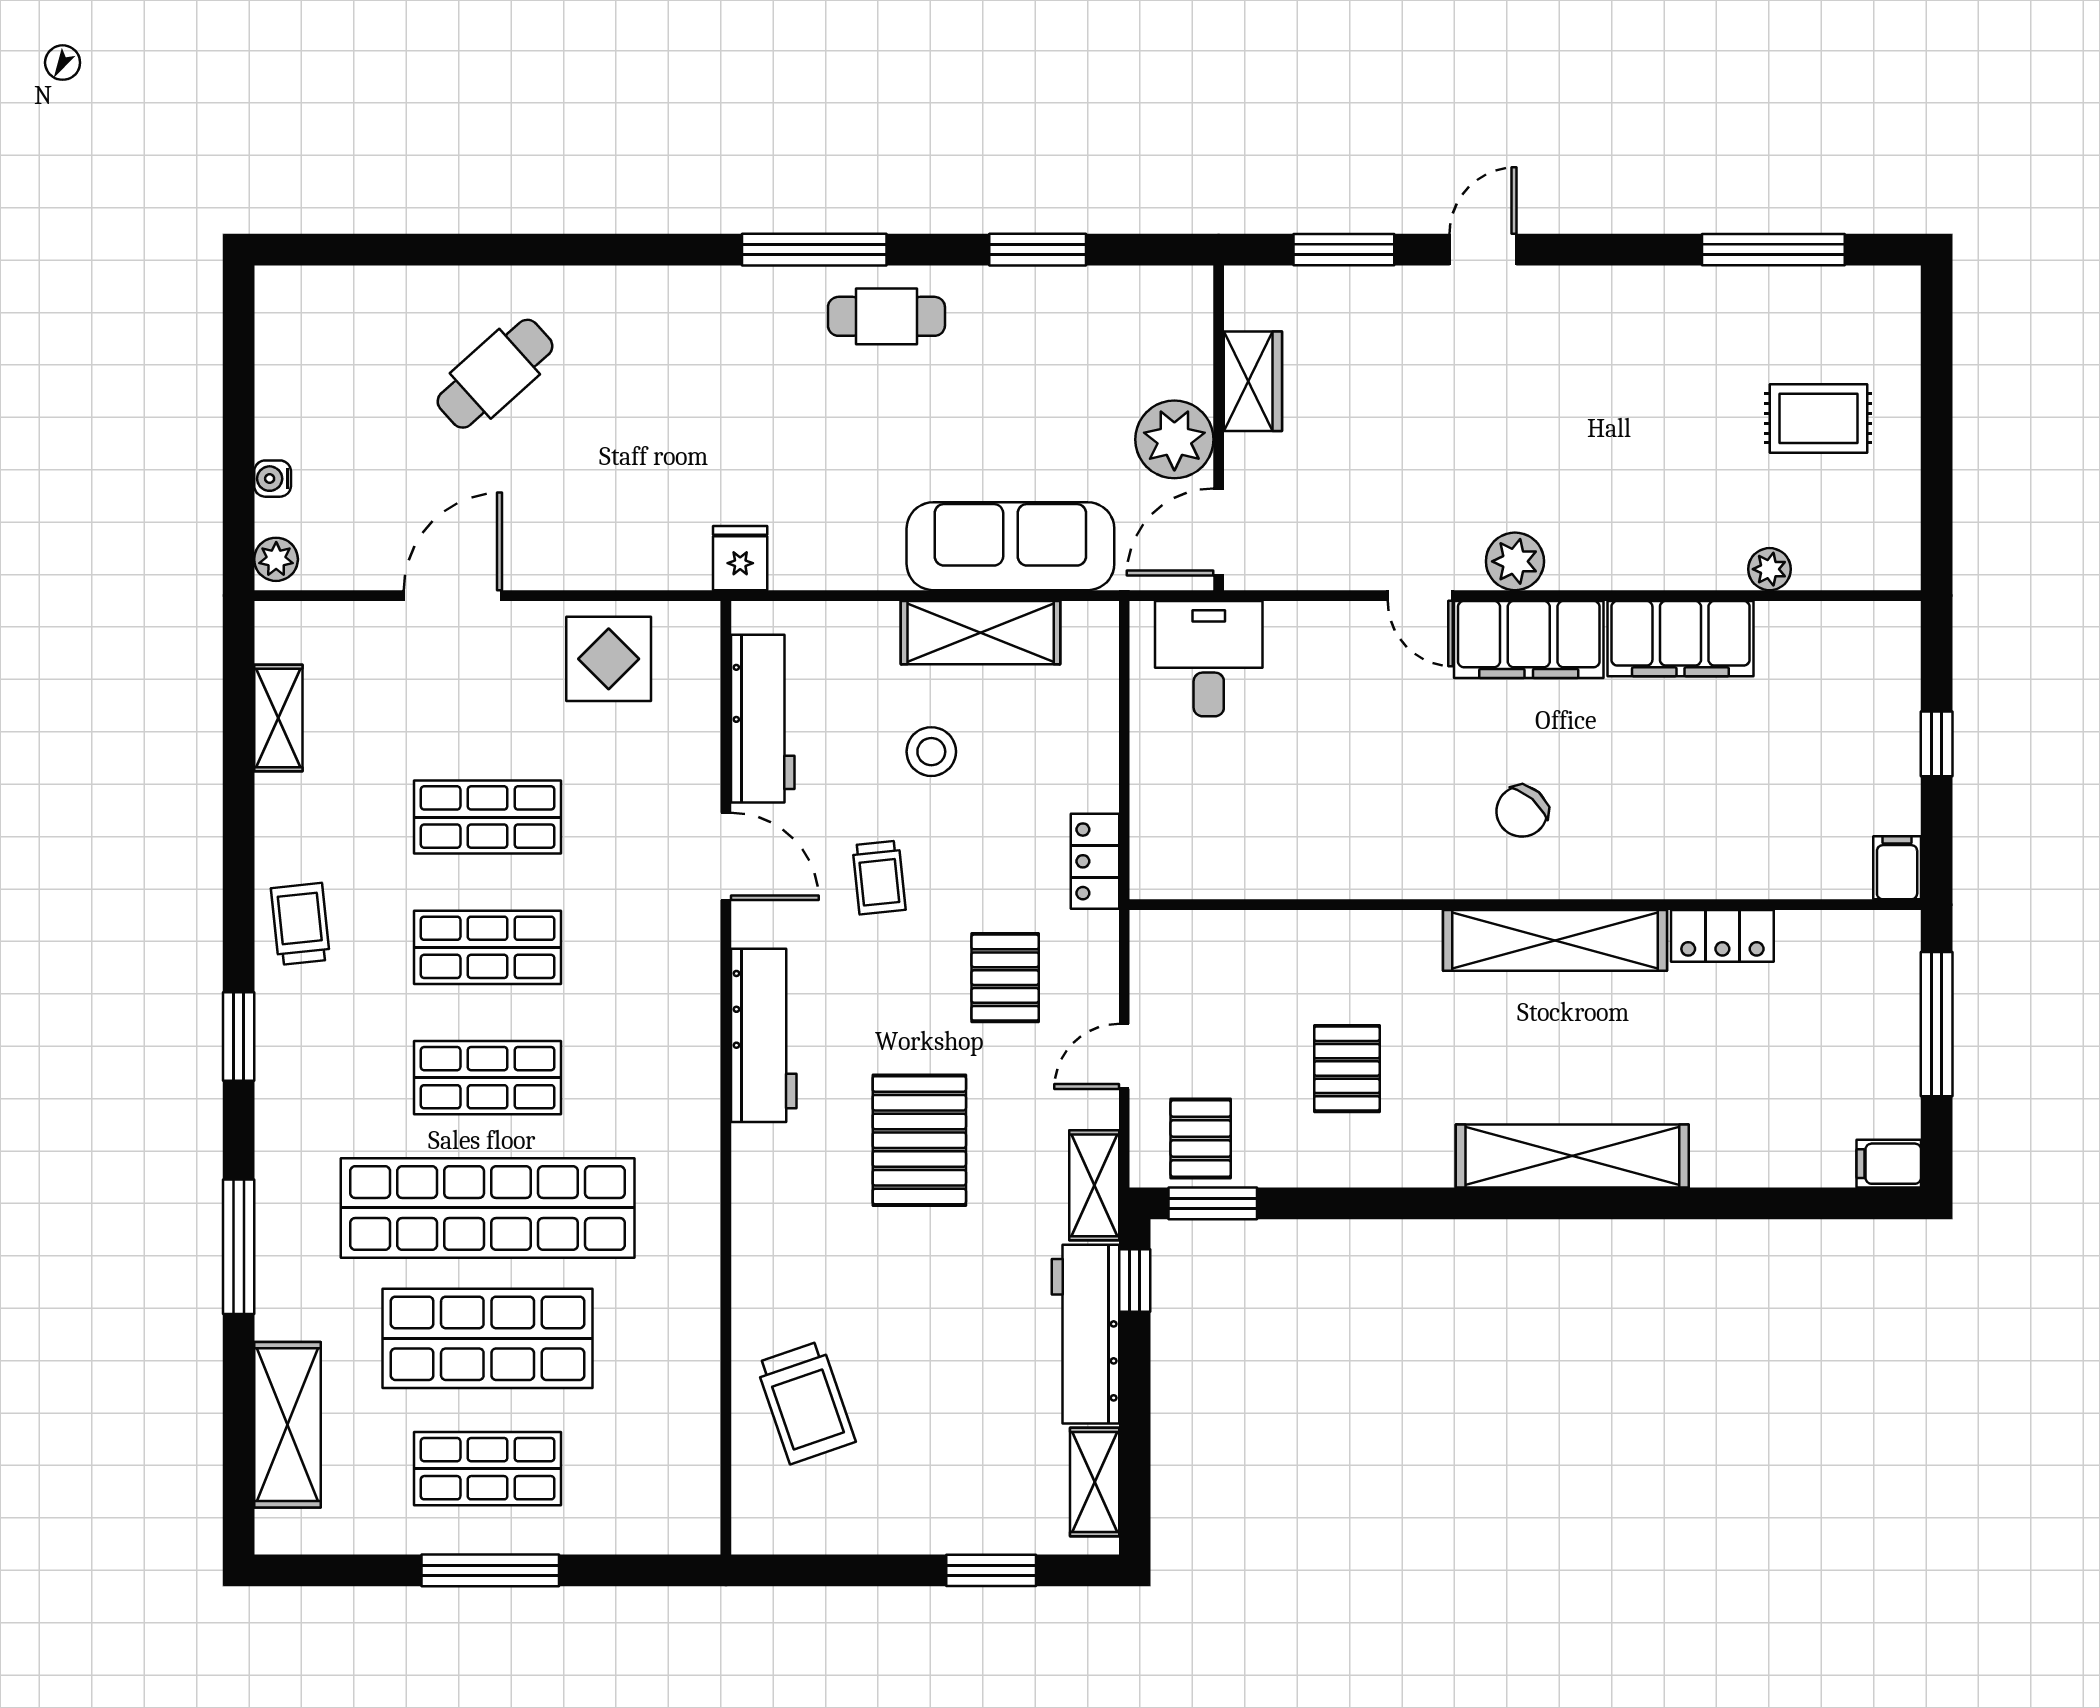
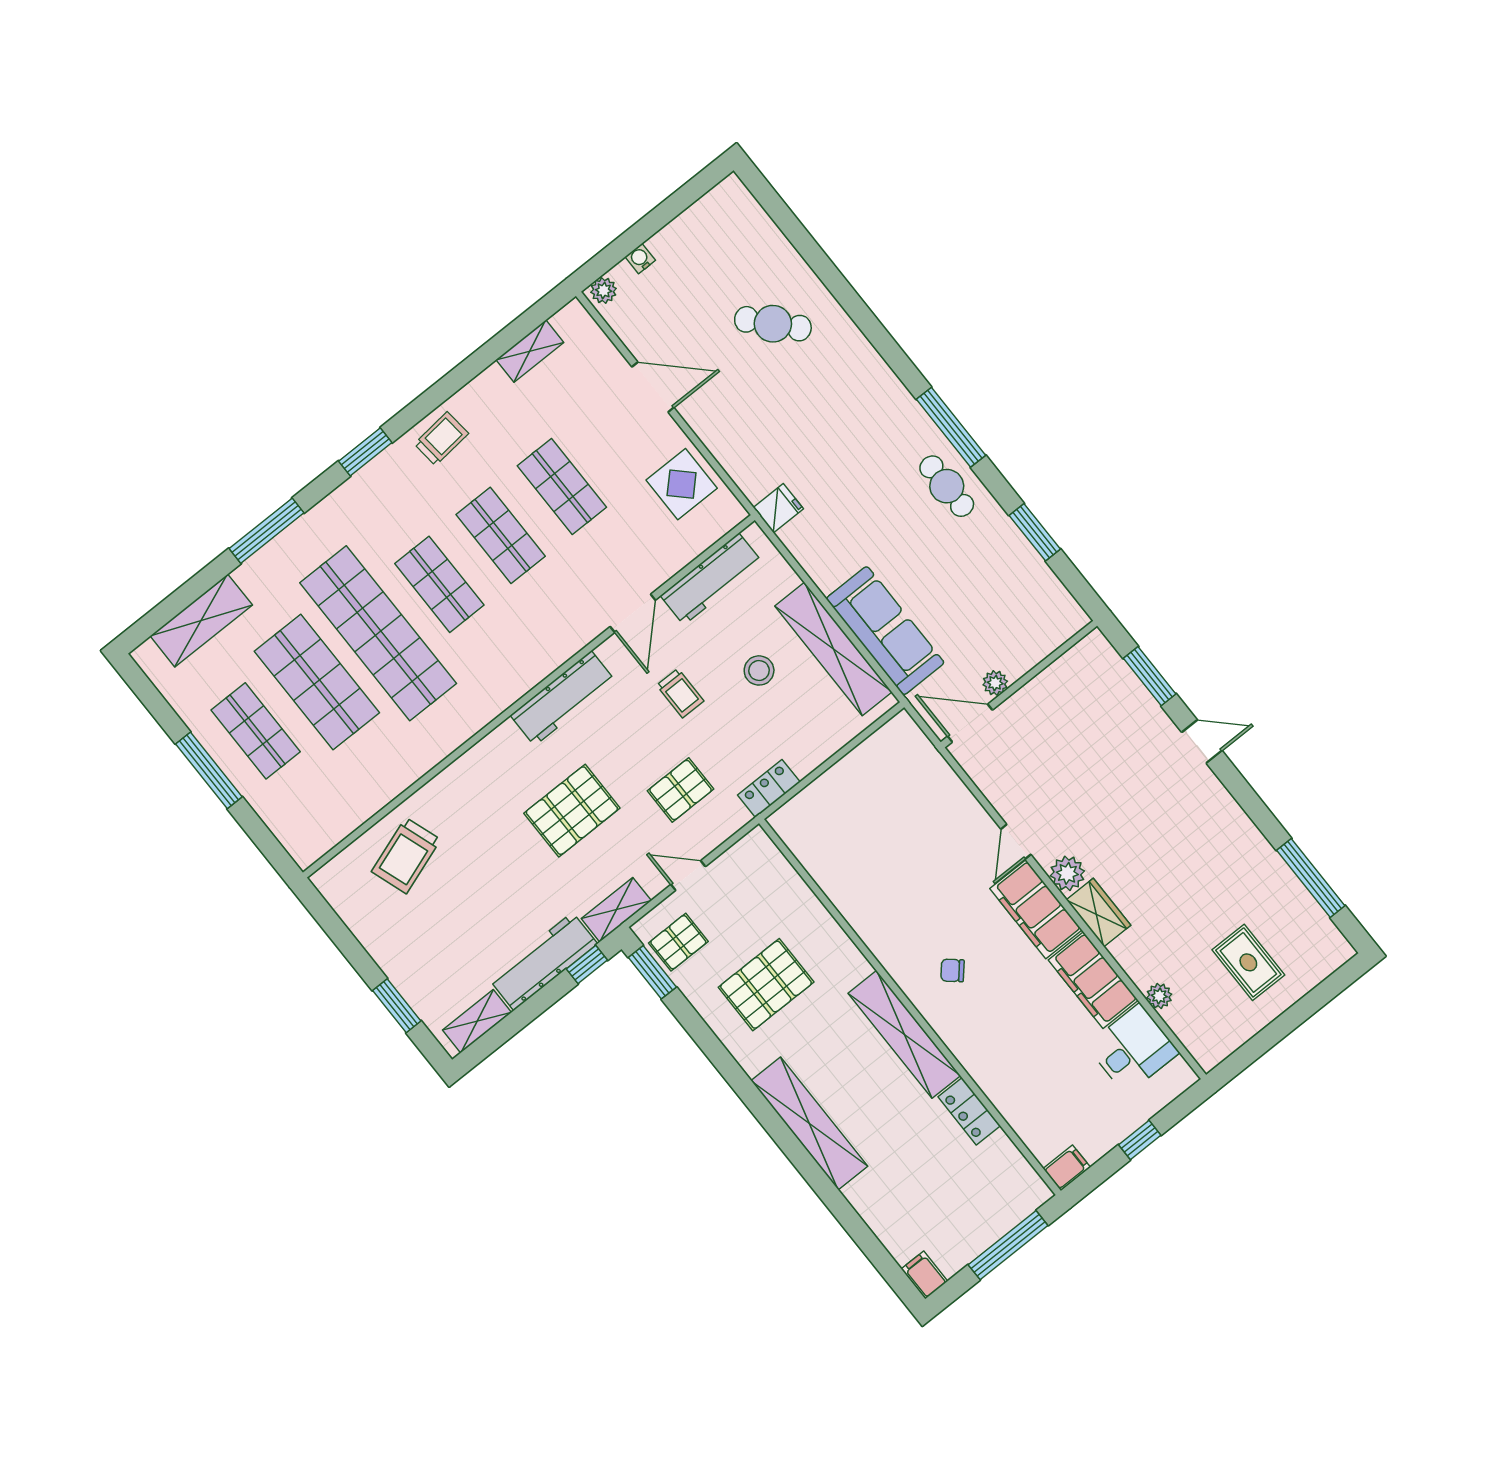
wardrobe: (1253, 381) -> (1099, 912), moved, turned -90
plant: (1174, 439) -> (995, 683), width x0.53, depth x0.53
shelving: (981, 633) -> (833, 649), width x1.47
desk: (1209, 659) -> (1133, 1049), moved
chair: (1522, 811) -> (952, 970), width x0.73, depth x0.73
trolley: (879, 877) -> (680, 693), turned -84
pallet: (1347, 1069) -> (766, 985), width x1.50, depth x1.42

